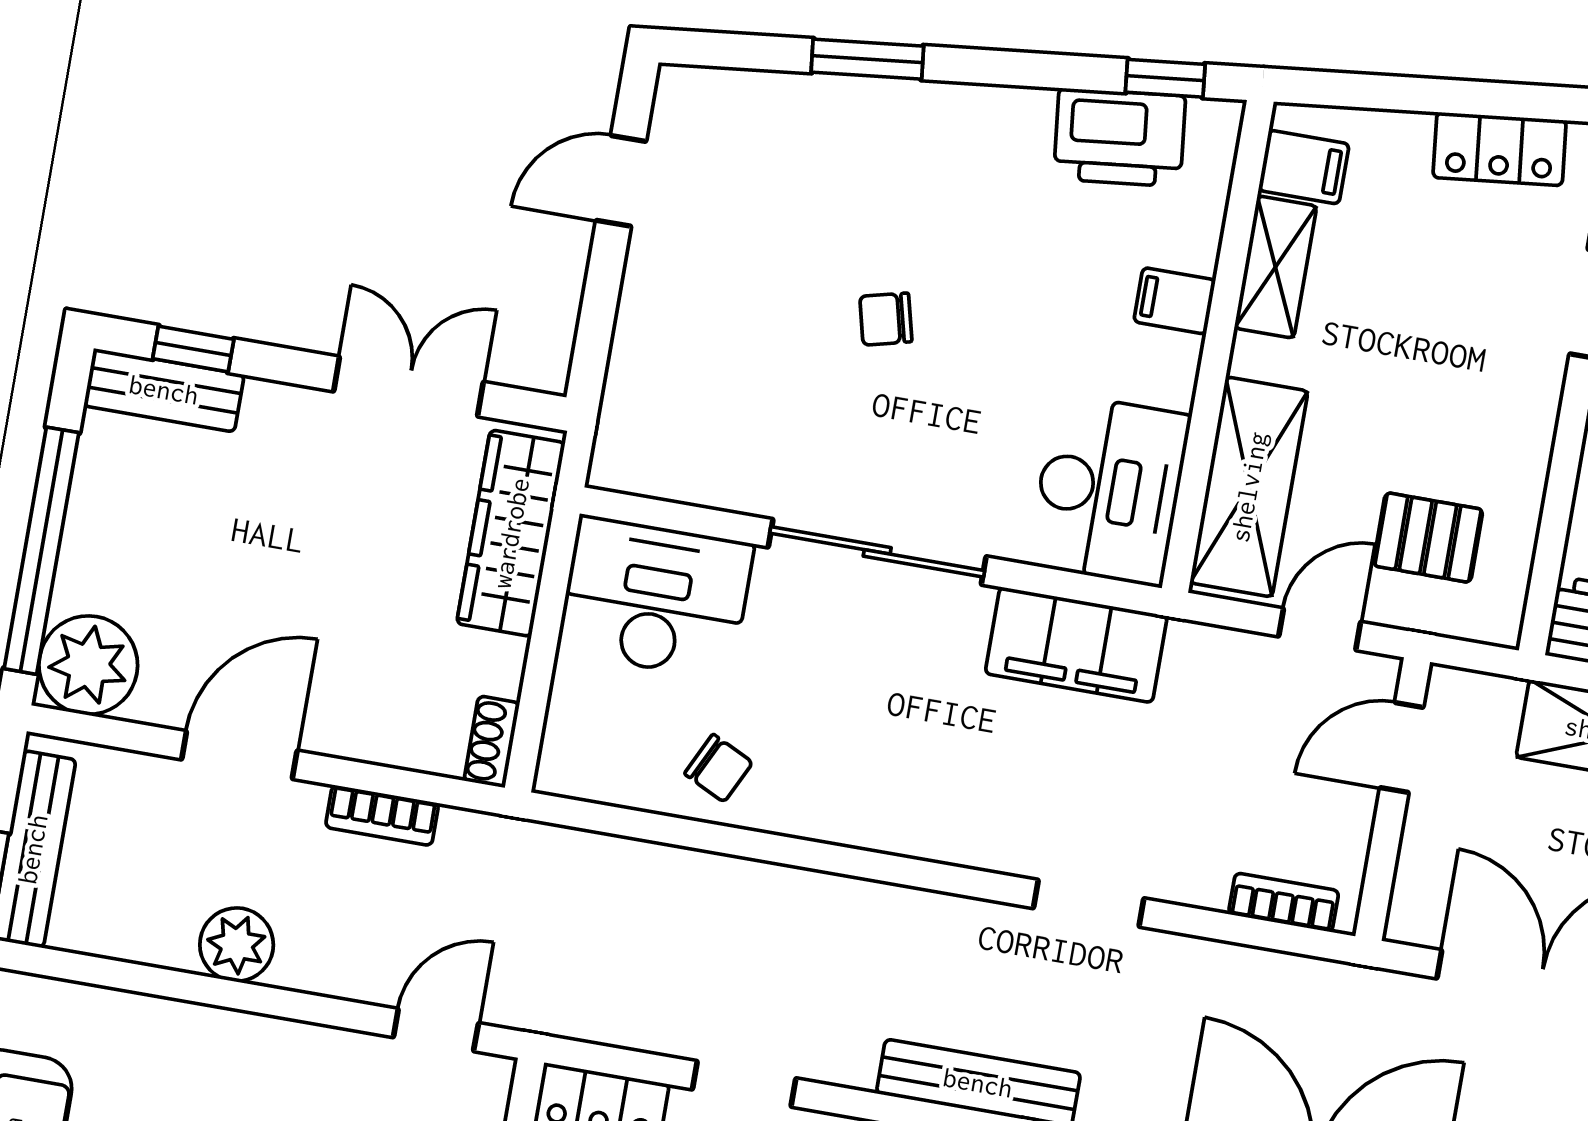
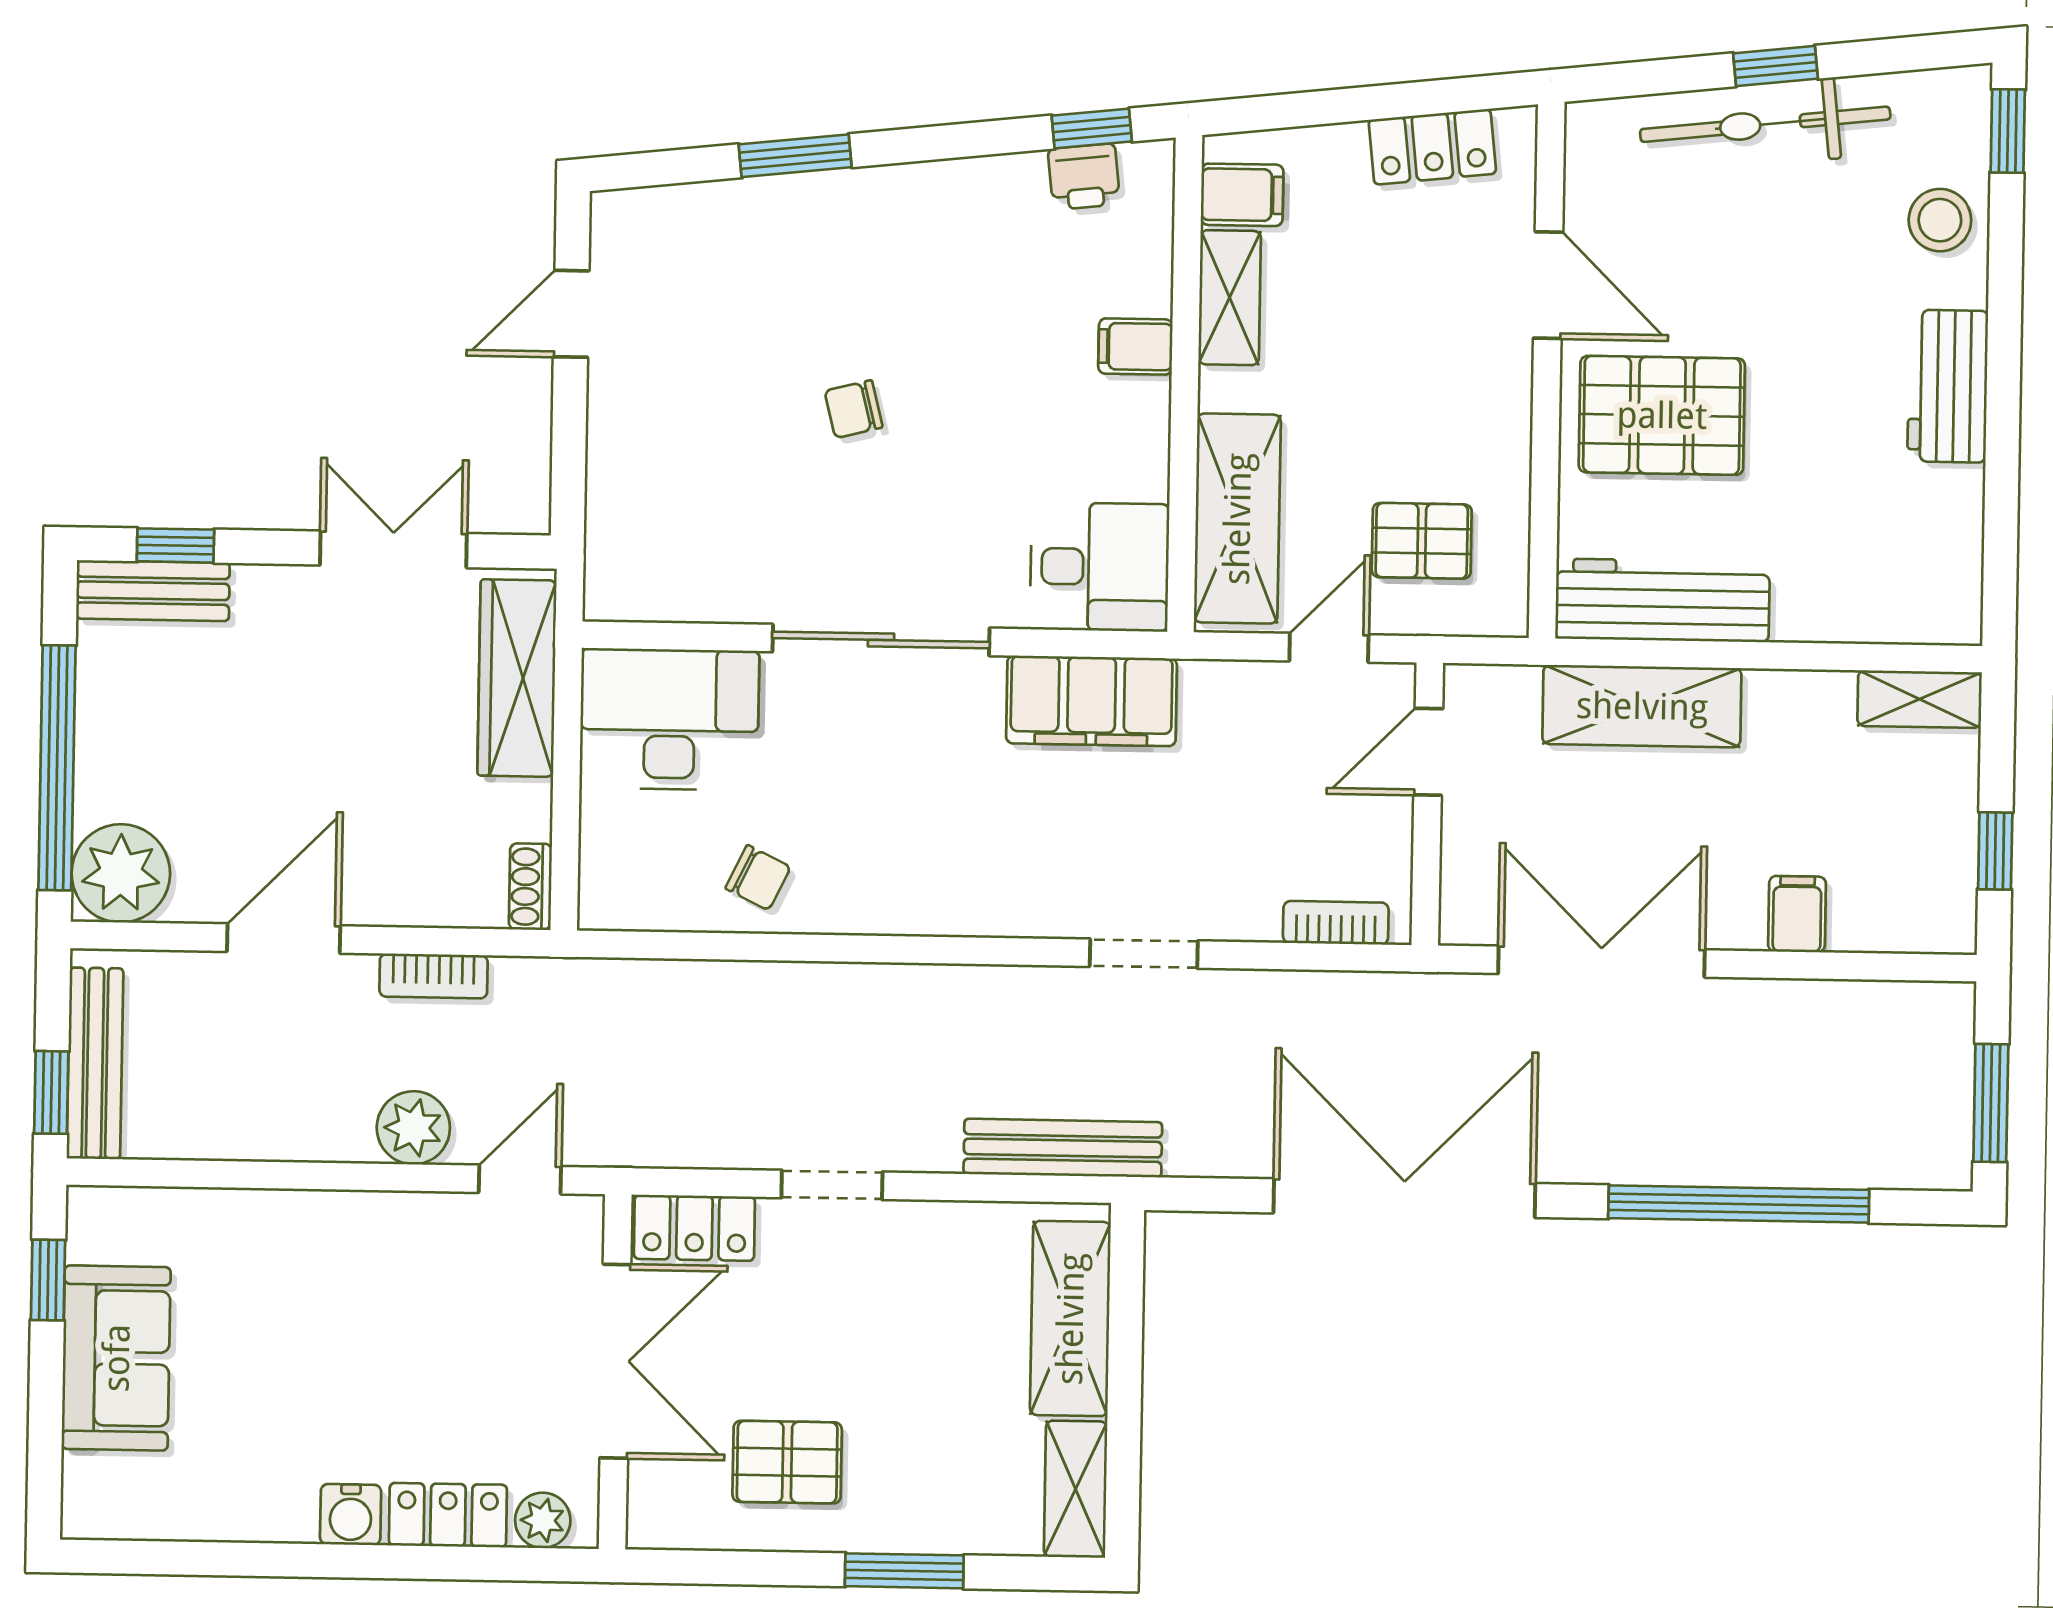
printer: (1120, 137) -> (1084, 177), width x0.53, depth x0.68
desk: (1109, 490) -> (1100, 567), width x0.73
plant: (237, 945) -> (413, 1128), moved

